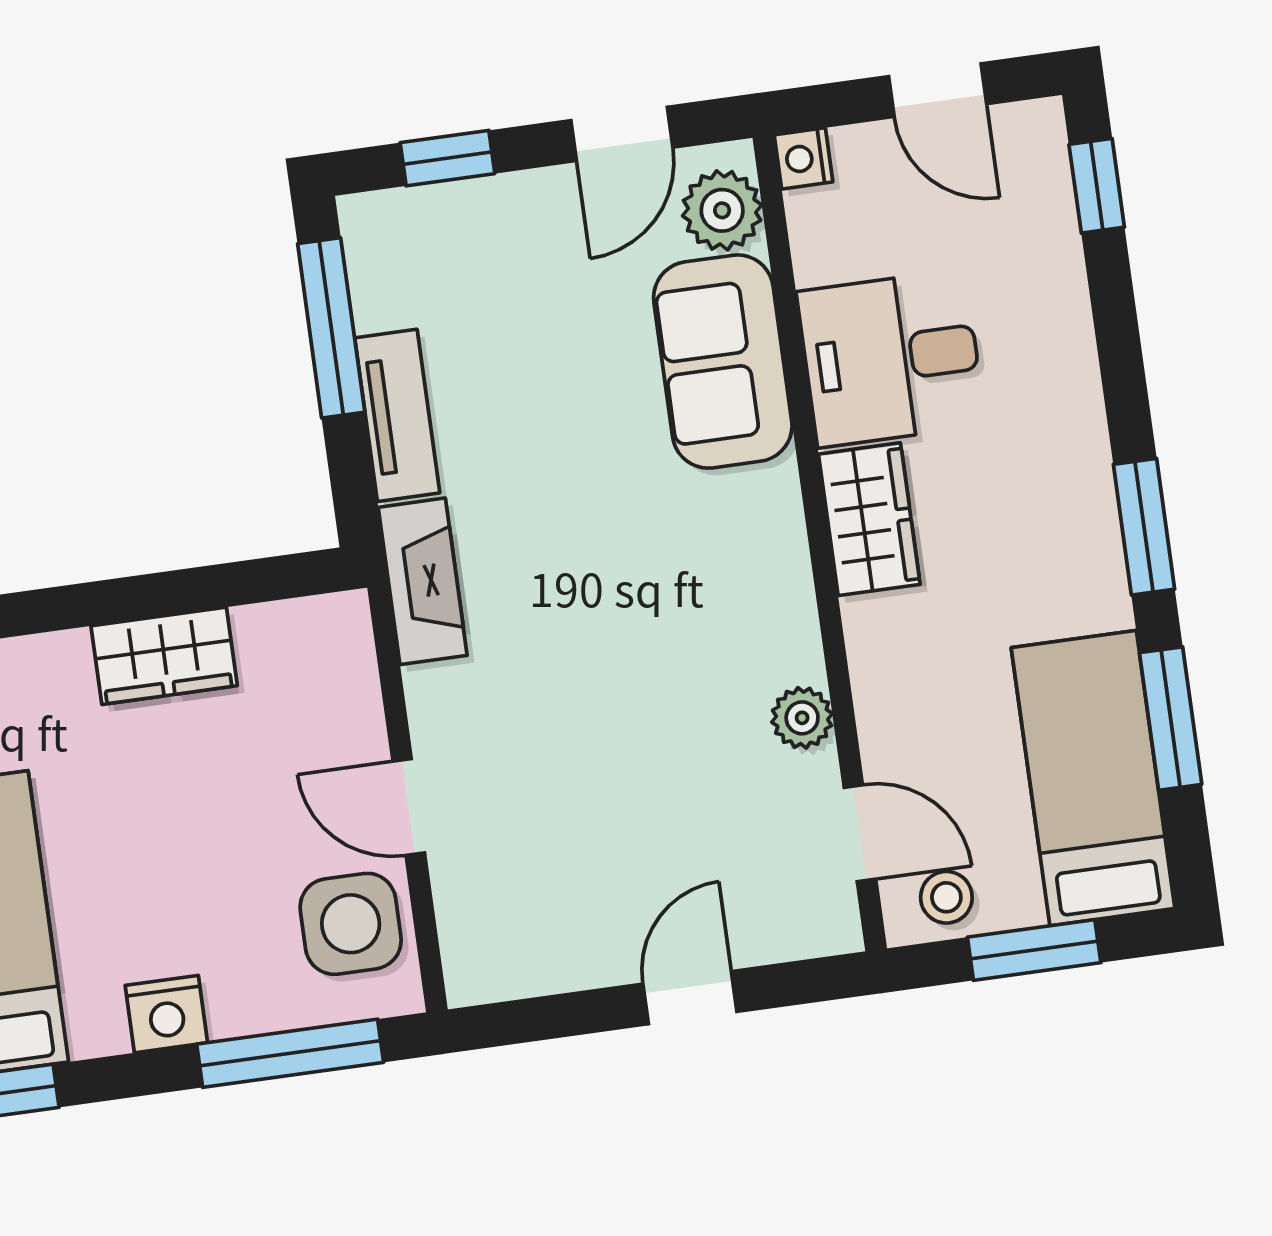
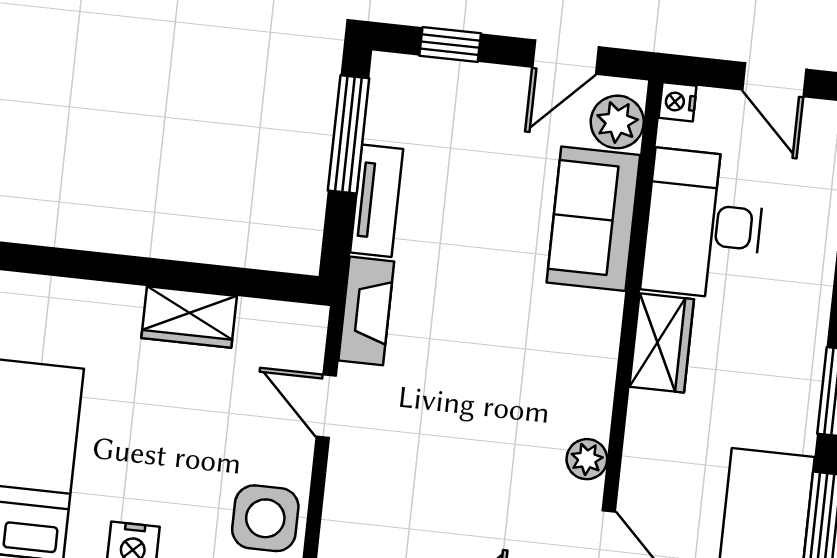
desk: (891, 358) -> (704, 224), width x1.37
door: (409, 807) -> (326, 406), moved

